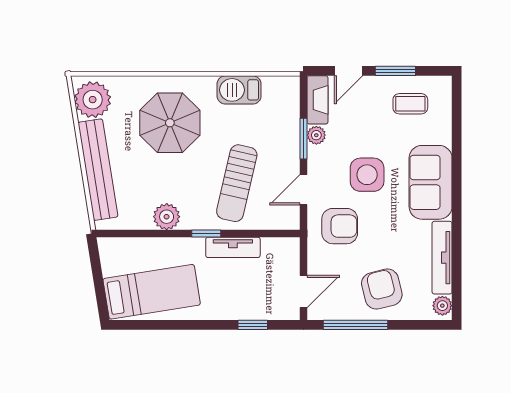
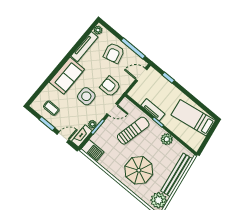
barbecue: (239, 90) -> (92, 151), moved

